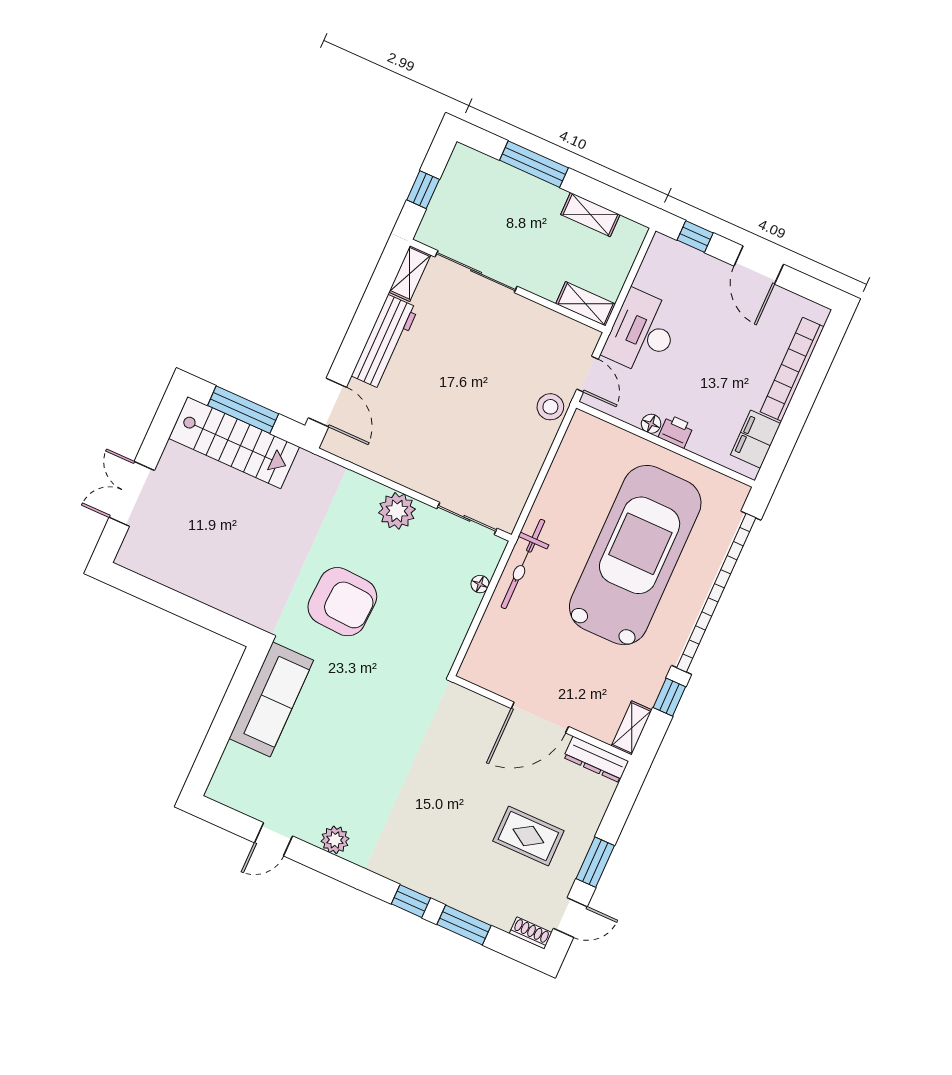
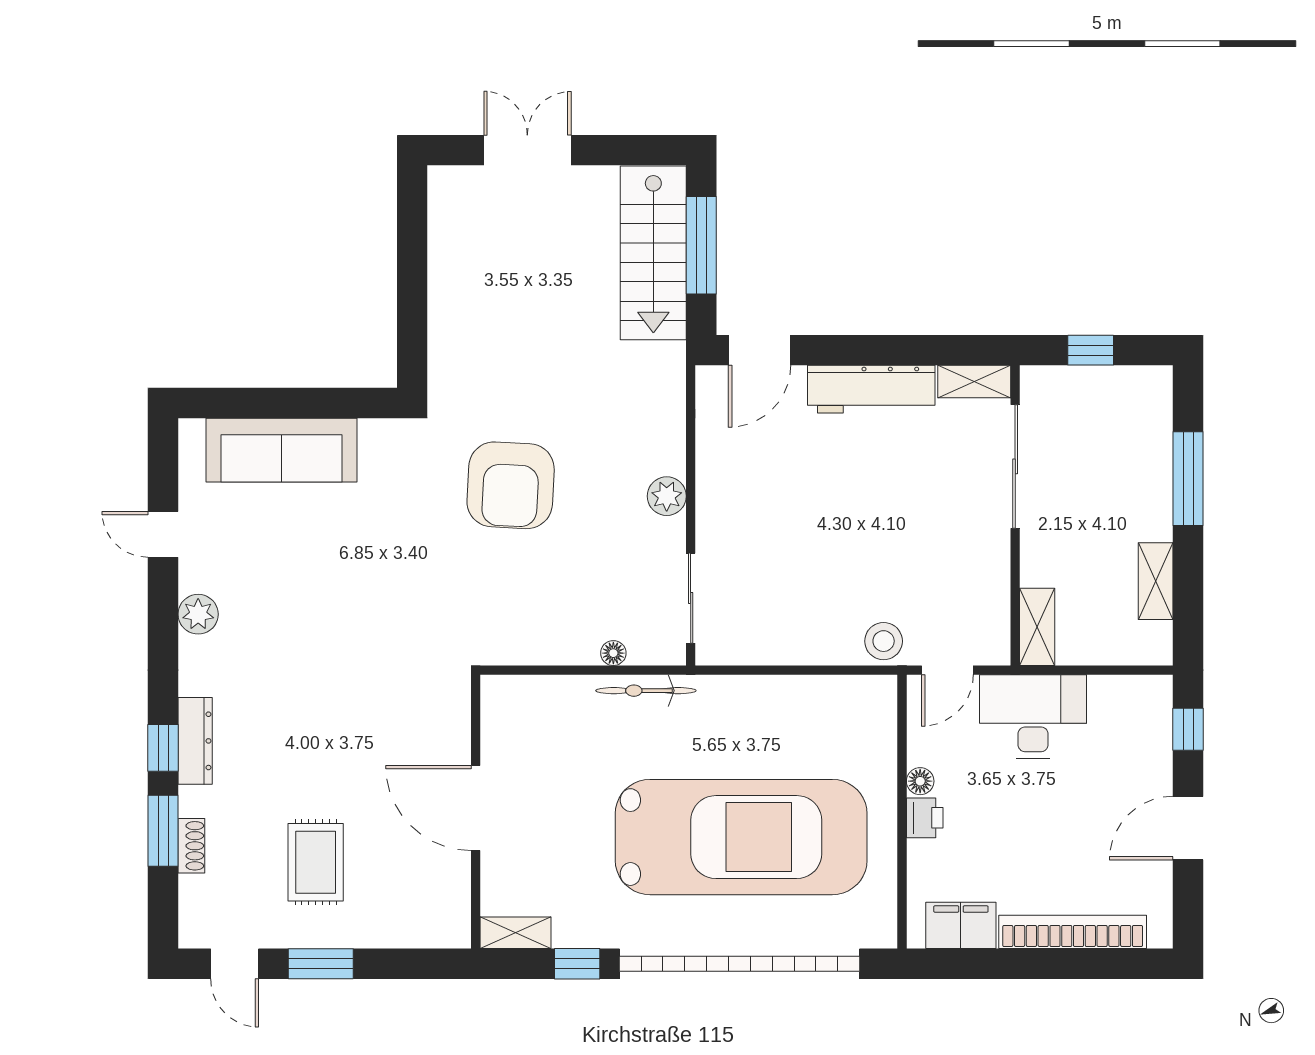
plant: (397, 511) -> (667, 496), width x0.73, depth x0.73
bicycle: (523, 564) -> (646, 691), width x0.73, depth x0.71
sofa: (271, 699) -> (282, 450), moved
dresser: (596, 759) -> (195, 741), moved, turned 180
shoe rack: (531, 933) -> (191, 846), moved

